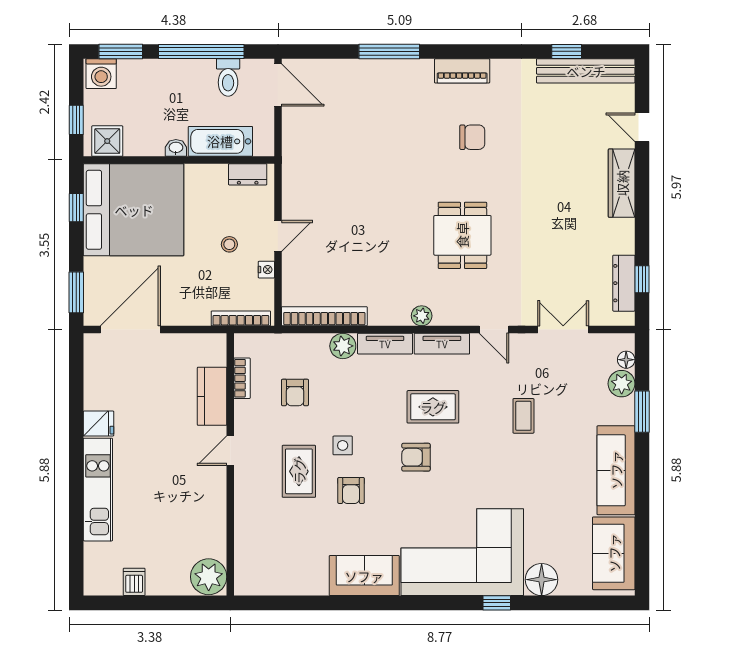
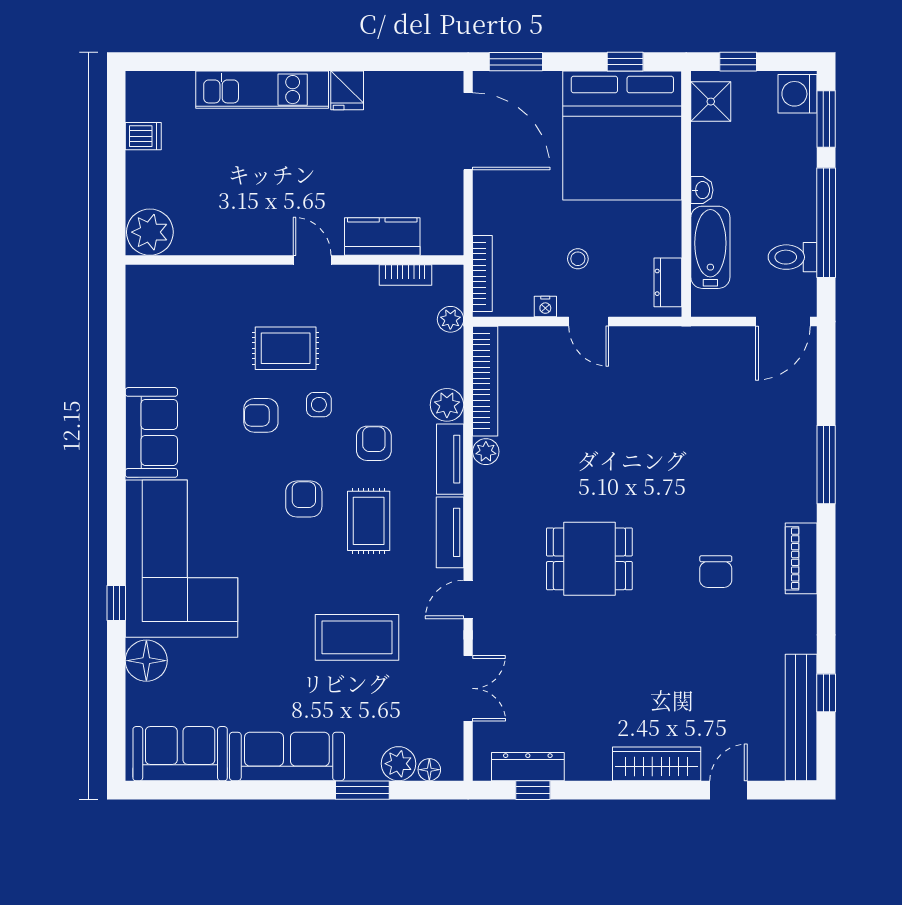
plant: (422, 316) -> (486, 452), moved
plant: (276, 343) -> (450, 319), added
armchair: (295, 392) -> (374, 443), moved, turned 90
coffee table: (523, 416) -> (357, 637), width x1.86, depth x1.72

